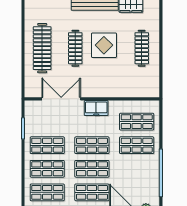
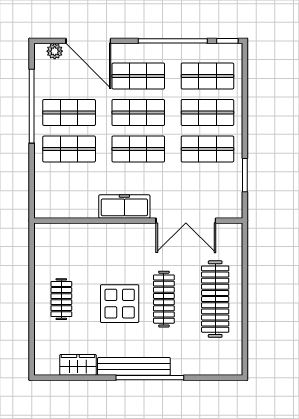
clothes rail: (142, 48) -> (61, 299), width x0.73
freezer: (96, 108) -> (124, 206), width x1.40
shop shelf: (137, 122) -> (69, 113), moved

